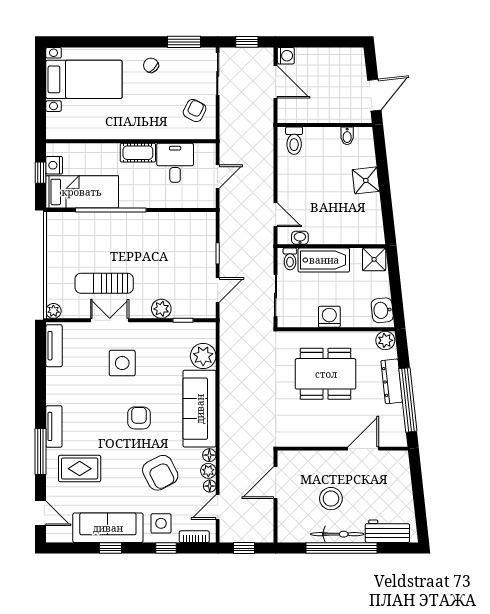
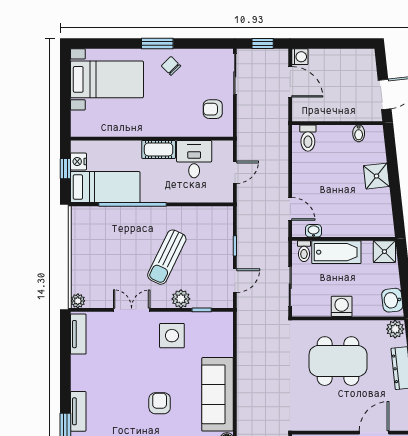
window: (184, 42) -> (157, 44), moved
armchair: (195, 111) -> (213, 109), turned -117
sun lounger: (104, 283) -> (167, 257), moved, turned -64
plant: (203, 356) -> (221, 344), removed
side table: (122, 363) -> (172, 336), moved

